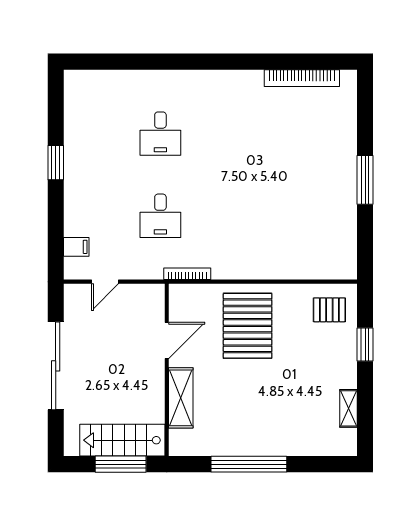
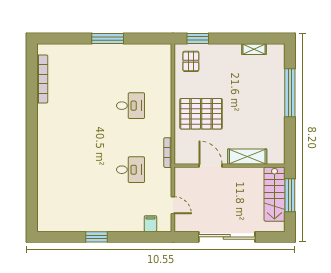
desk: (160, 134) -> (131, 106), moved
window: (365, 344) -> (198, 38), moved
window: (249, 464) -> (290, 93), moved

